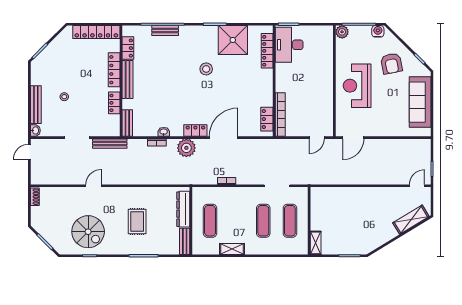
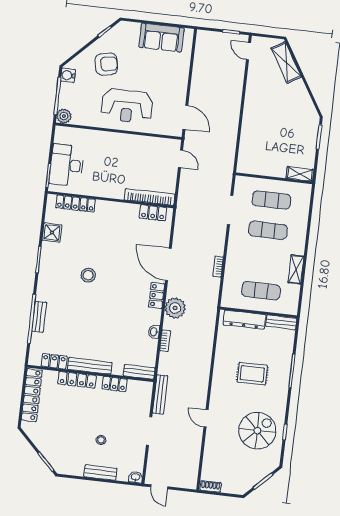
shower: (233, 40) -> (52, 233), width x0.54, depth x0.54
desk: (289, 45) -> (67, 165), moved, turned 90
sofa: (420, 102) -> (161, 37), width x0.73
bench: (36, 105) -> (100, 473), width x0.73

